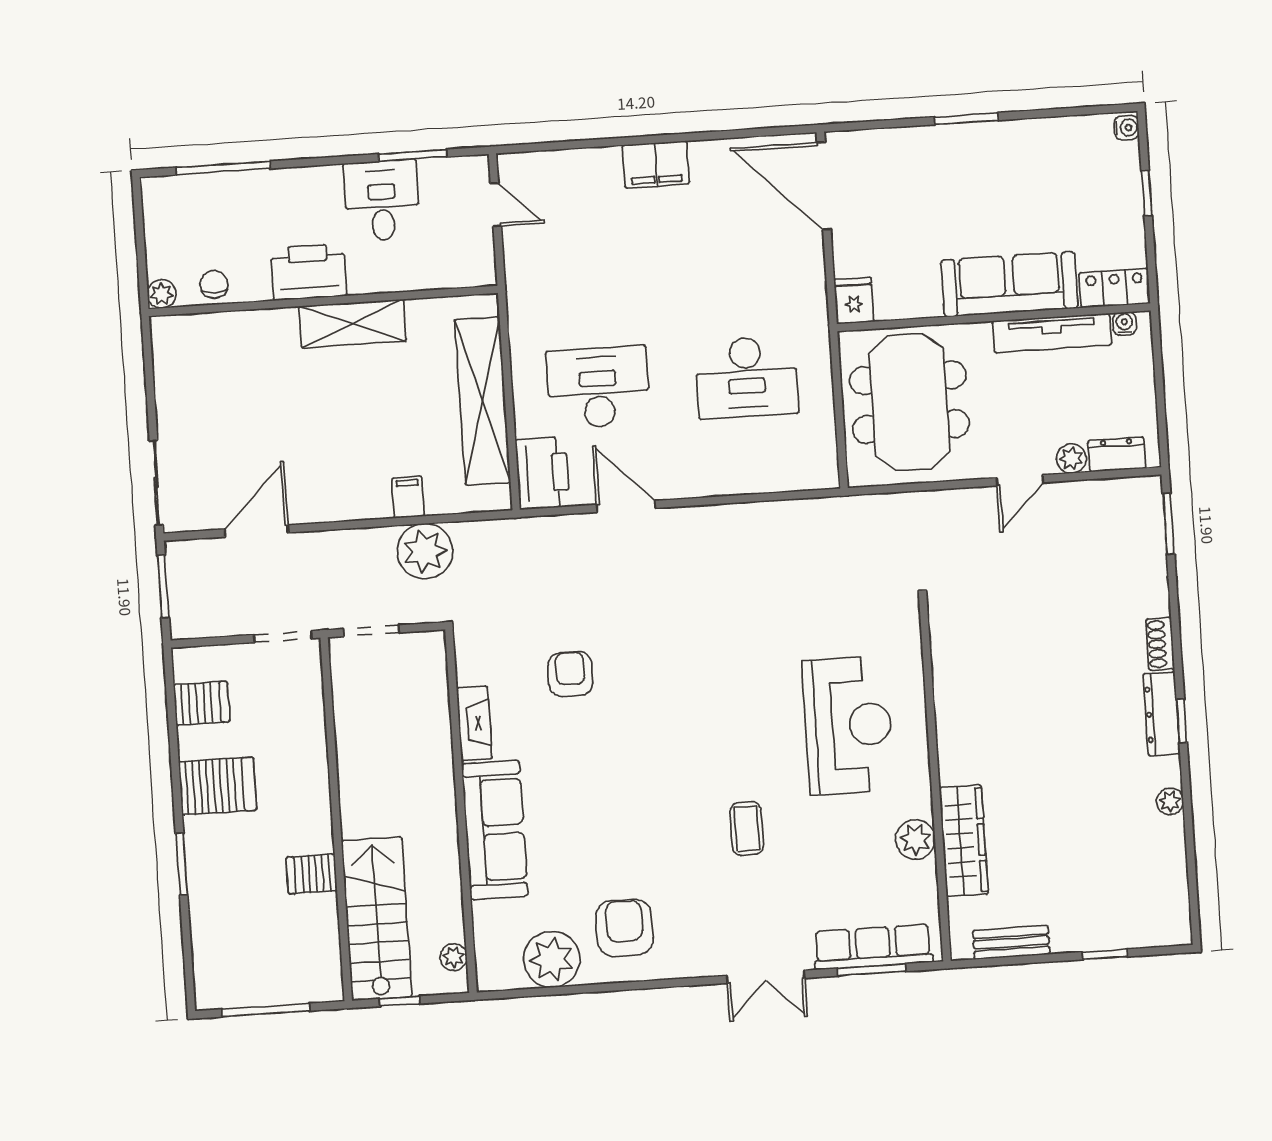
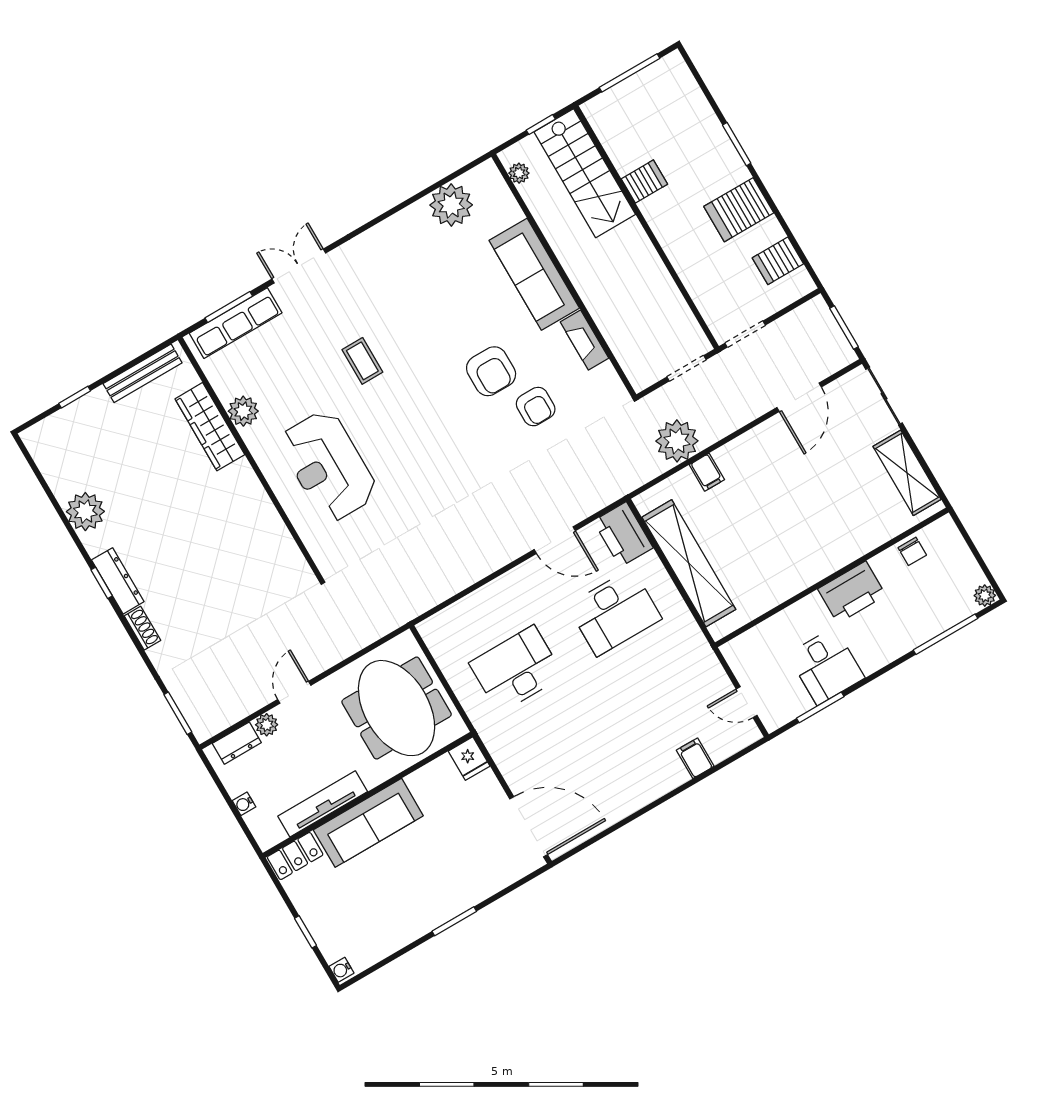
filing cabinet: (656, 164) -> (695, 758), moved, width x0.50
plant: (162, 294) -> (985, 596), moved
shelving: (353, 324) -> (907, 473), moved, turned 90
water cooler: (1125, 324) -> (244, 804), moved, turned 90
plant: (1170, 801) -> (85, 512), width x1.88, depth x1.88
armchair: (624, 928) -> (491, 371), moved
bench: (1011, 942) -> (143, 373), width x1.36

